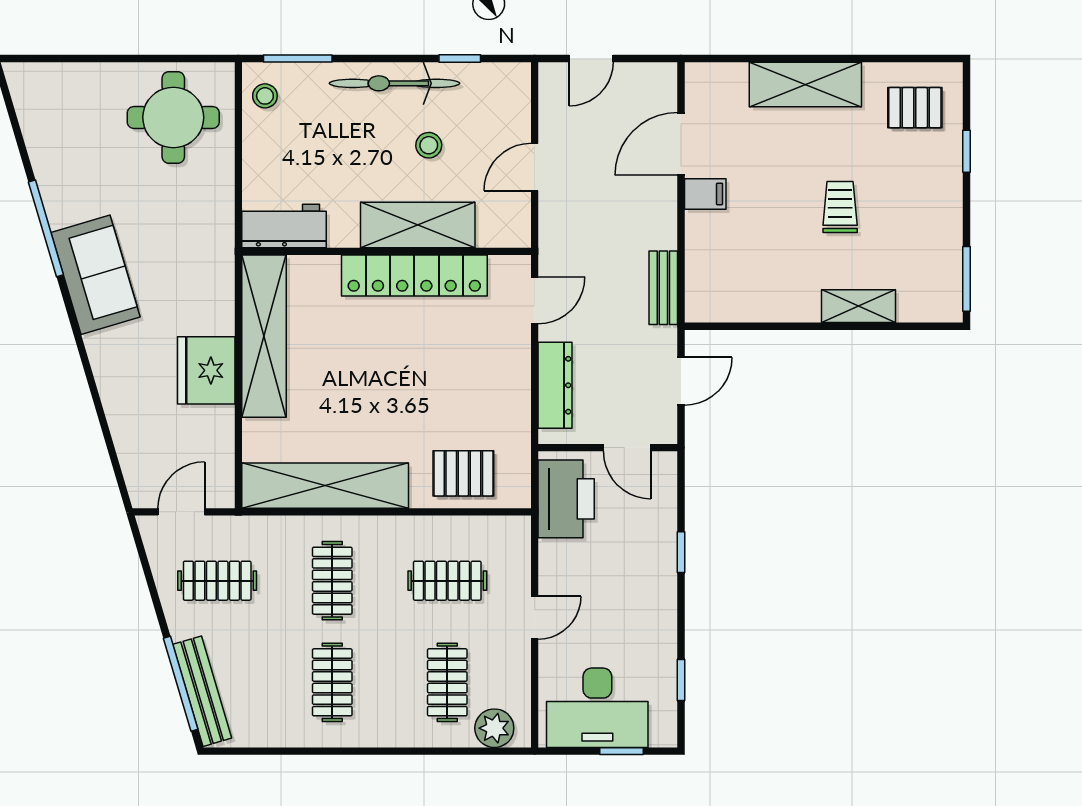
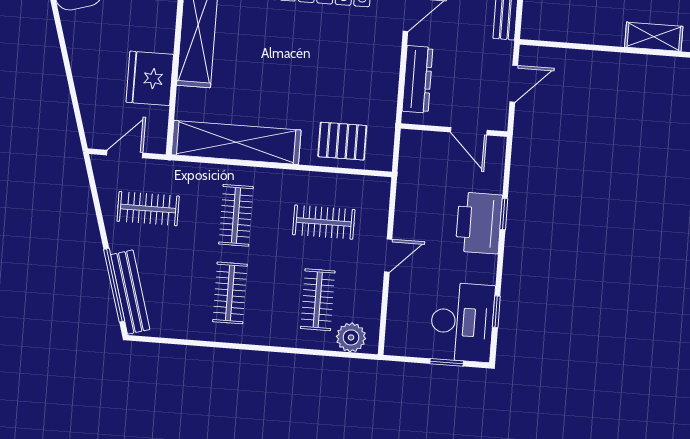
fridge: (206, 370) -> (150, 78), moved
printer: (566, 499) -> (479, 223), moved, turned 180
desk: (597, 708) -> (462, 322), moved, turned -90

